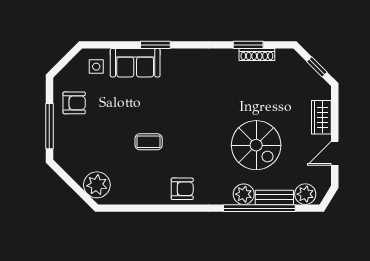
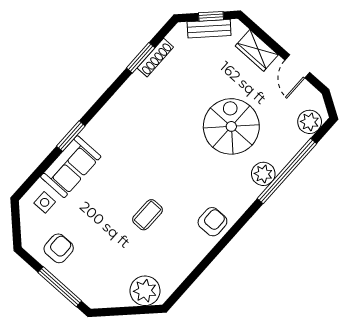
spiral stairs: (256, 145) -> (231, 126), turned -90
bench: (274, 197) -> (209, 29), moved, turned 45

